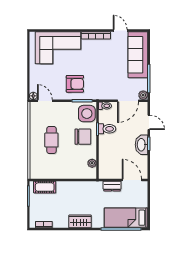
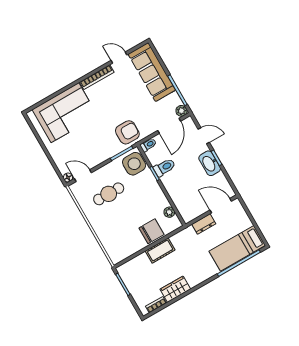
armchair: (75, 84) -> (127, 132), moved
chair: (83, 137) -> (152, 231), moved
cafe table: (51, 140) -> (109, 194), moved, turned 90
cot: (45, 187) -> (160, 250), moved
wardrobe: (80, 221) -> (175, 289), moved

